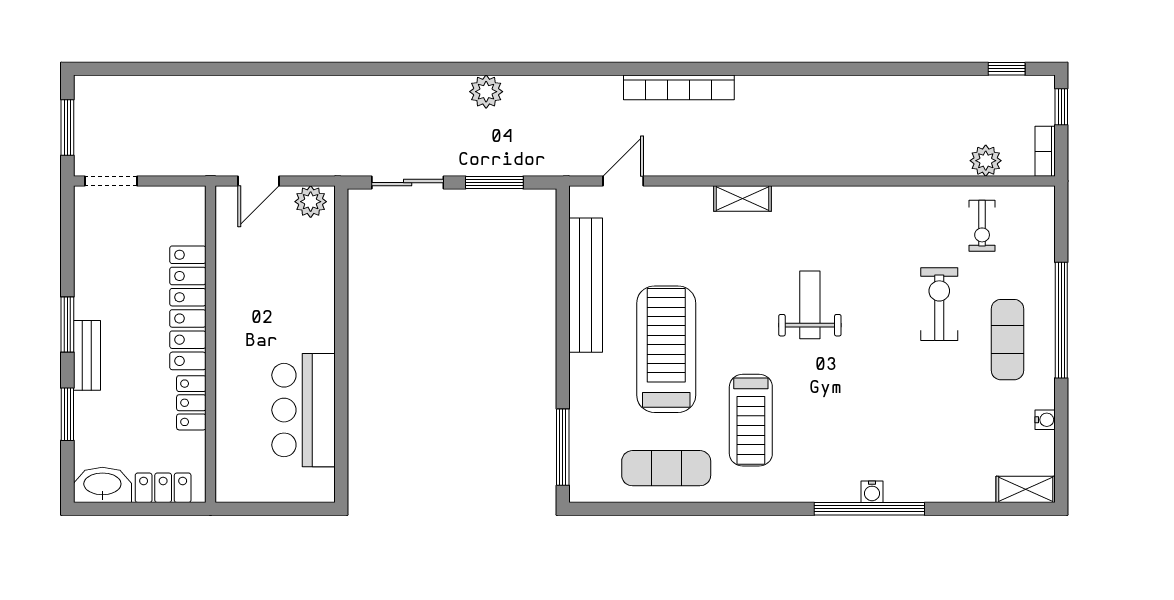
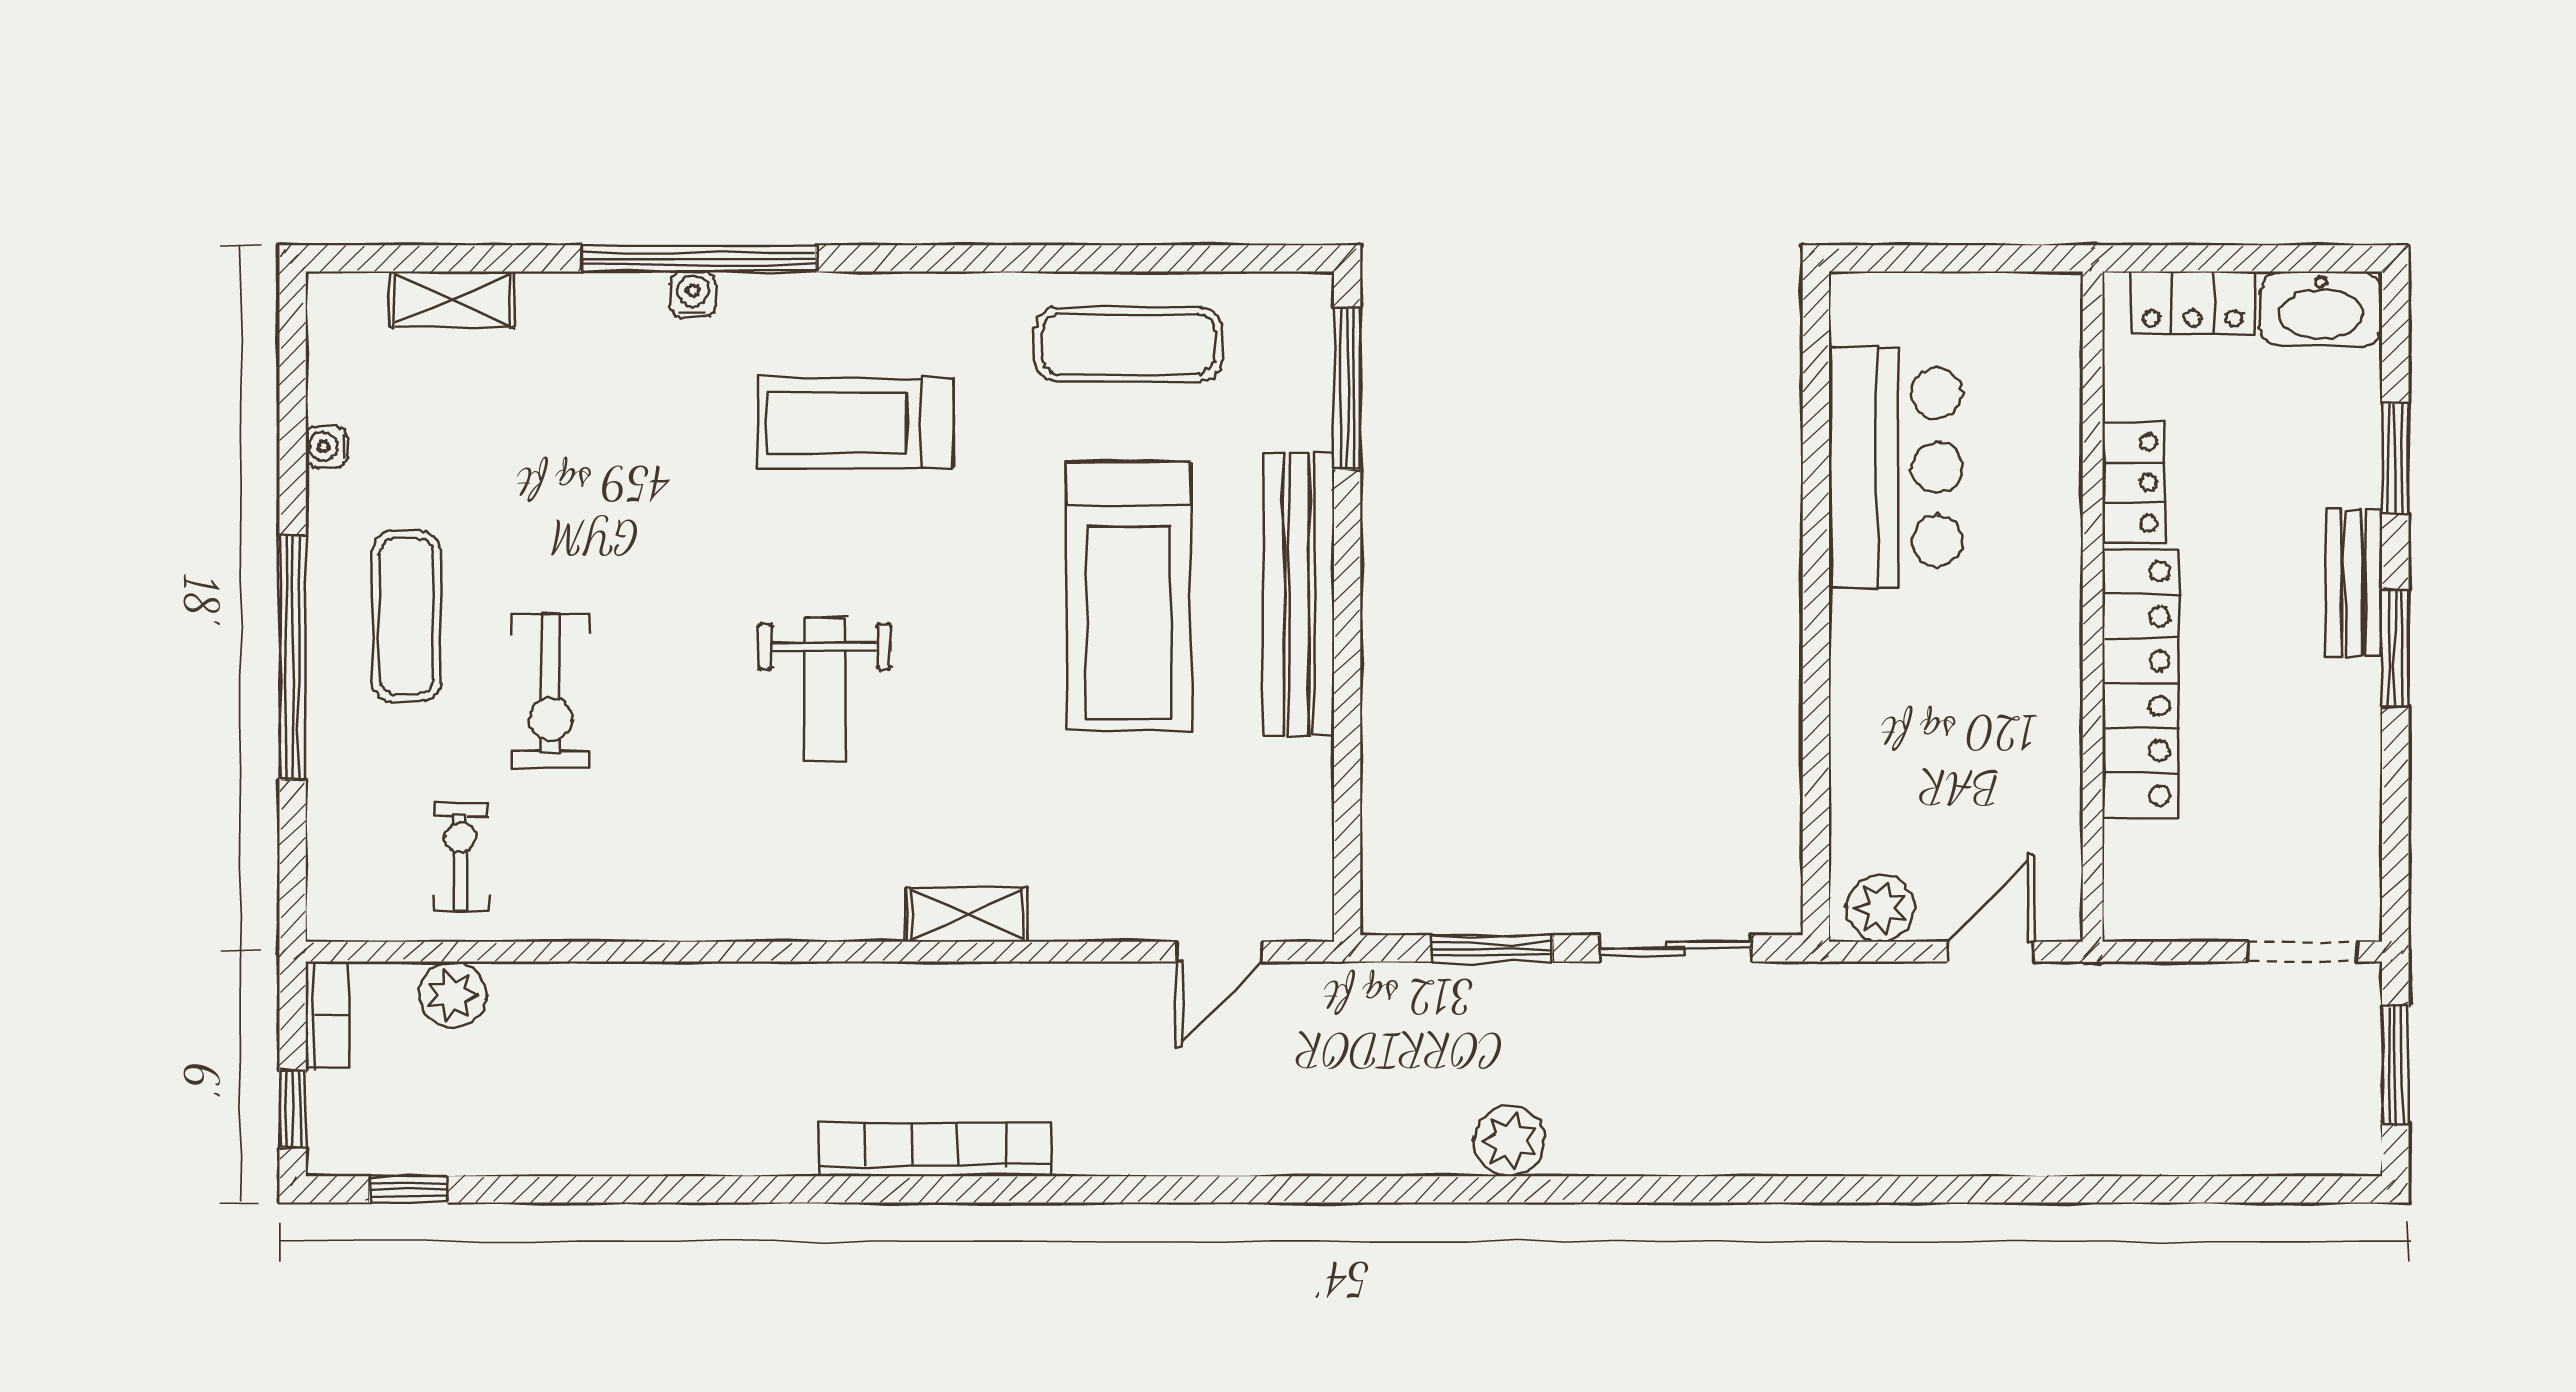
bookcase: (679, 87) -> (935, 1150), moved
bench: (586, 285) -> (1299, 594), moved
treadmill: (751, 420) -> (855, 423), moved, turned -90
shelving: (1026, 489) -> (452, 299), moved

